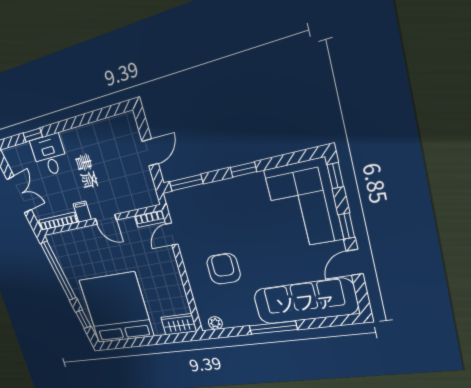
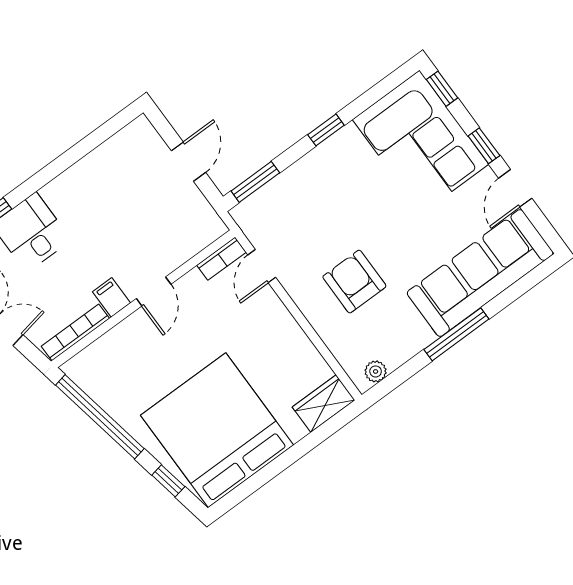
door: (106, 219) -> (154, 291), hinge flipped

